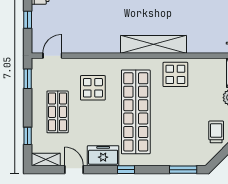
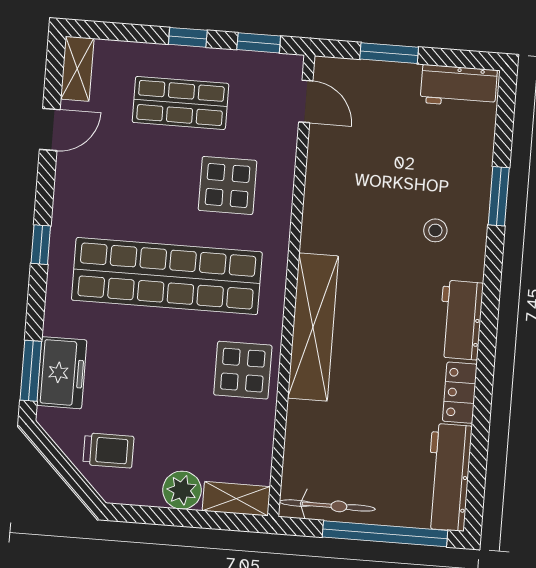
window: (28, 20) -> (389, 53), width x1.50
window: (28, 136) -> (188, 37), moved
freezer: (103, 156) -> (62, 373), moved

